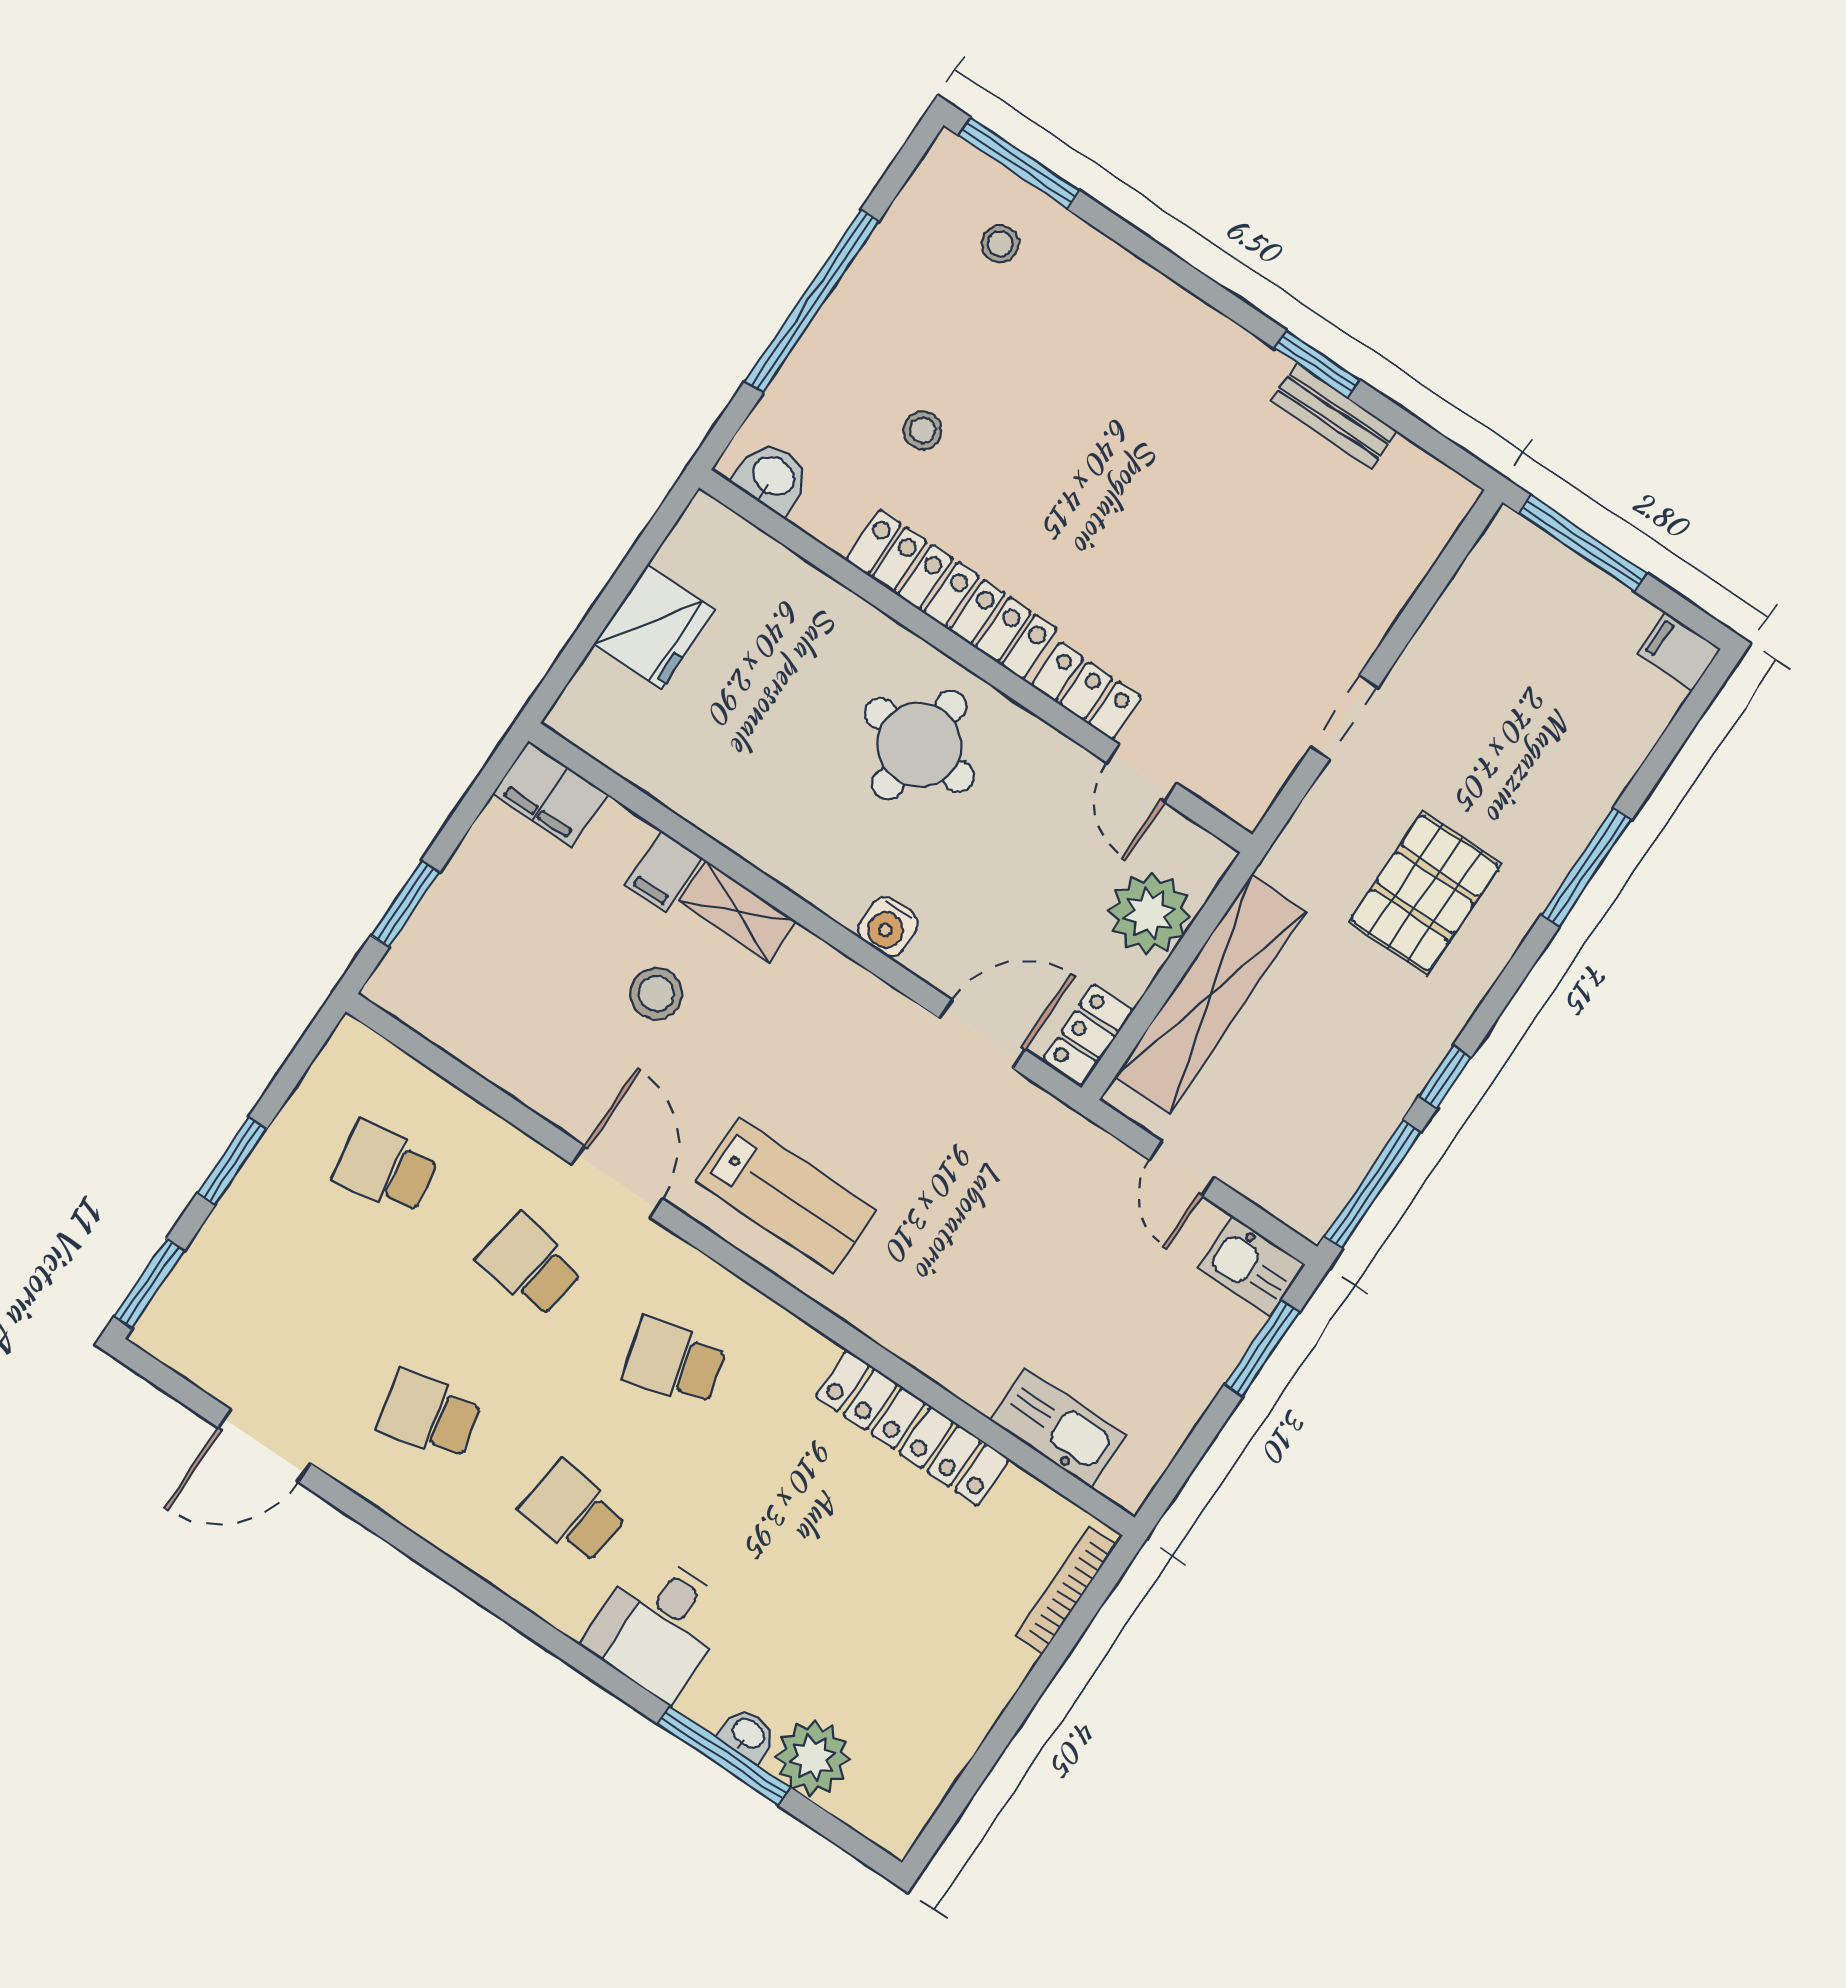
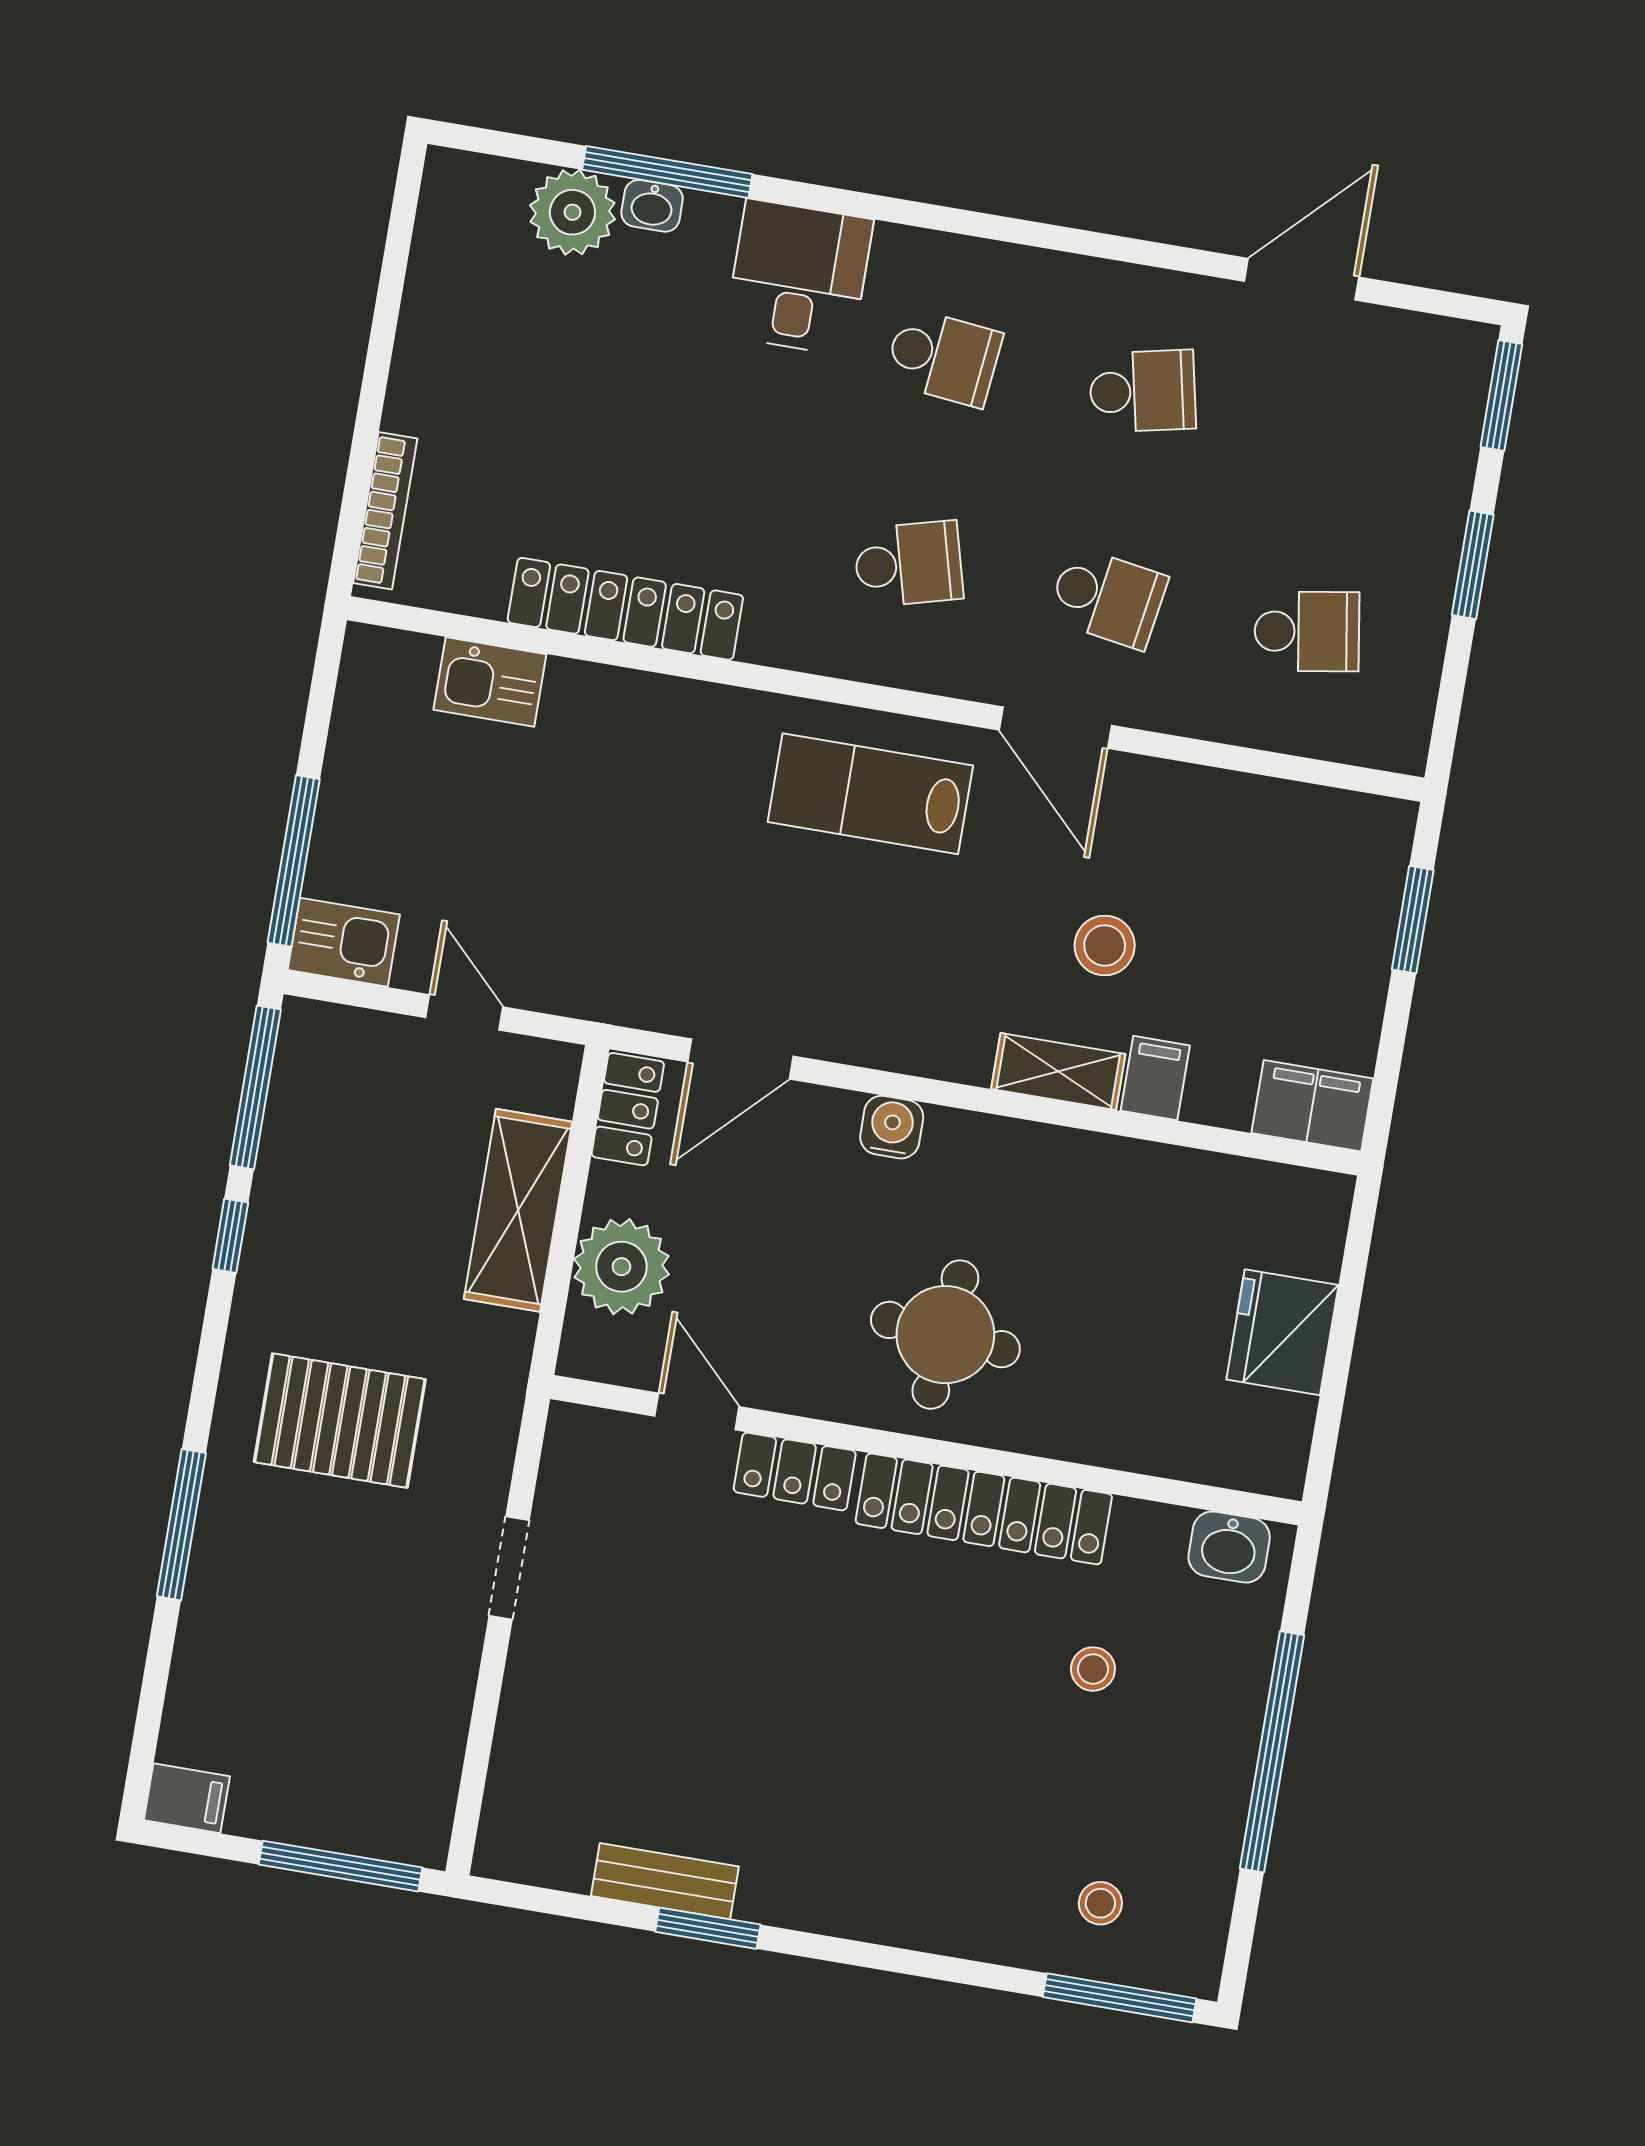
pallet: (1425, 893) -> (340, 1421), turned 90
shelving: (1210, 994) -> (518, 1210), width x0.68
window: (1262, 1348) -> (294, 861), width x1.44
kitchen sink: (1058, 1428) -> (490, 682), width x0.73

